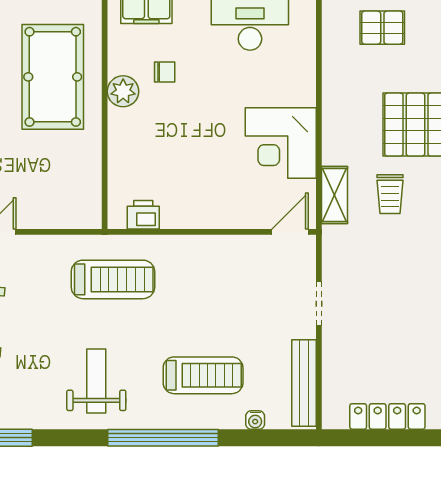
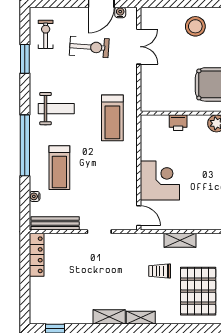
corner desk: (281, 143) -> (160, 180), moved, turned 90
shelving: (335, 195) -> (180, 240), moved
printer: (143, 215) -> (178, 123), moved, turned 90
locker: (387, 416) -> (37, 255), moved

